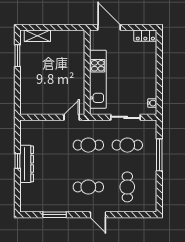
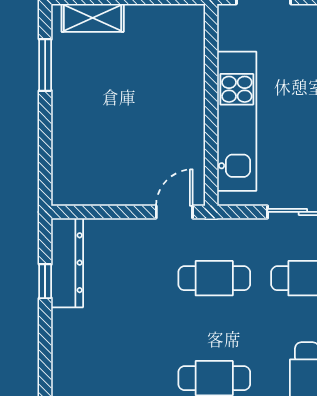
window: (17, 161) -> (45, 281), moved
dresser: (27, 164) -> (67, 263), moved

